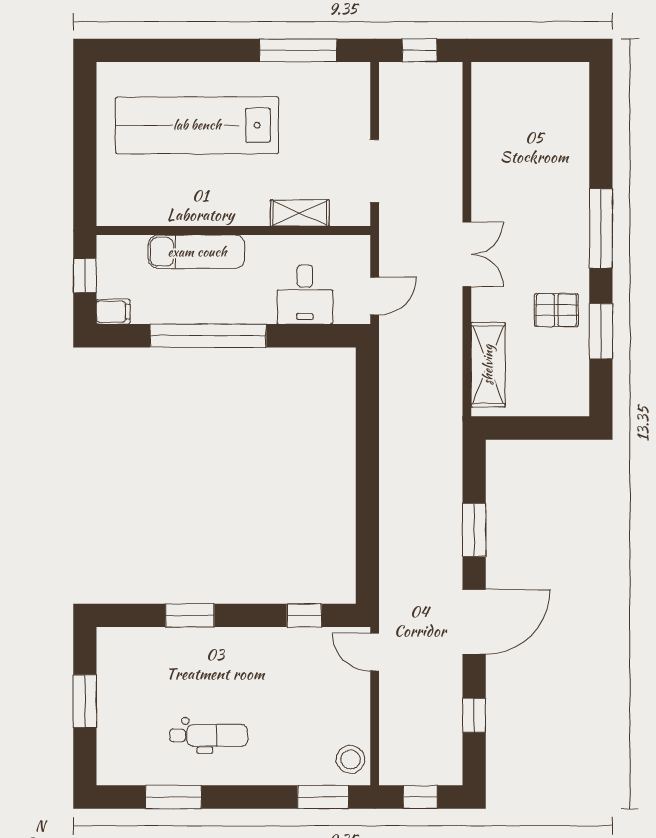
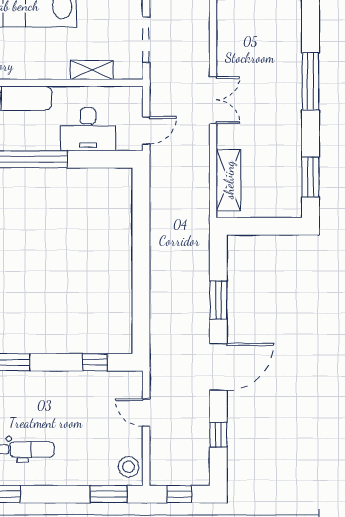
desk: (305, 294) -> (88, 129), width x1.37
pallet: (556, 310) -> (278, 141), removed
window: (601, 331) -> (310, 177), moved
door: (375, 652) -> (146, 413), moved

